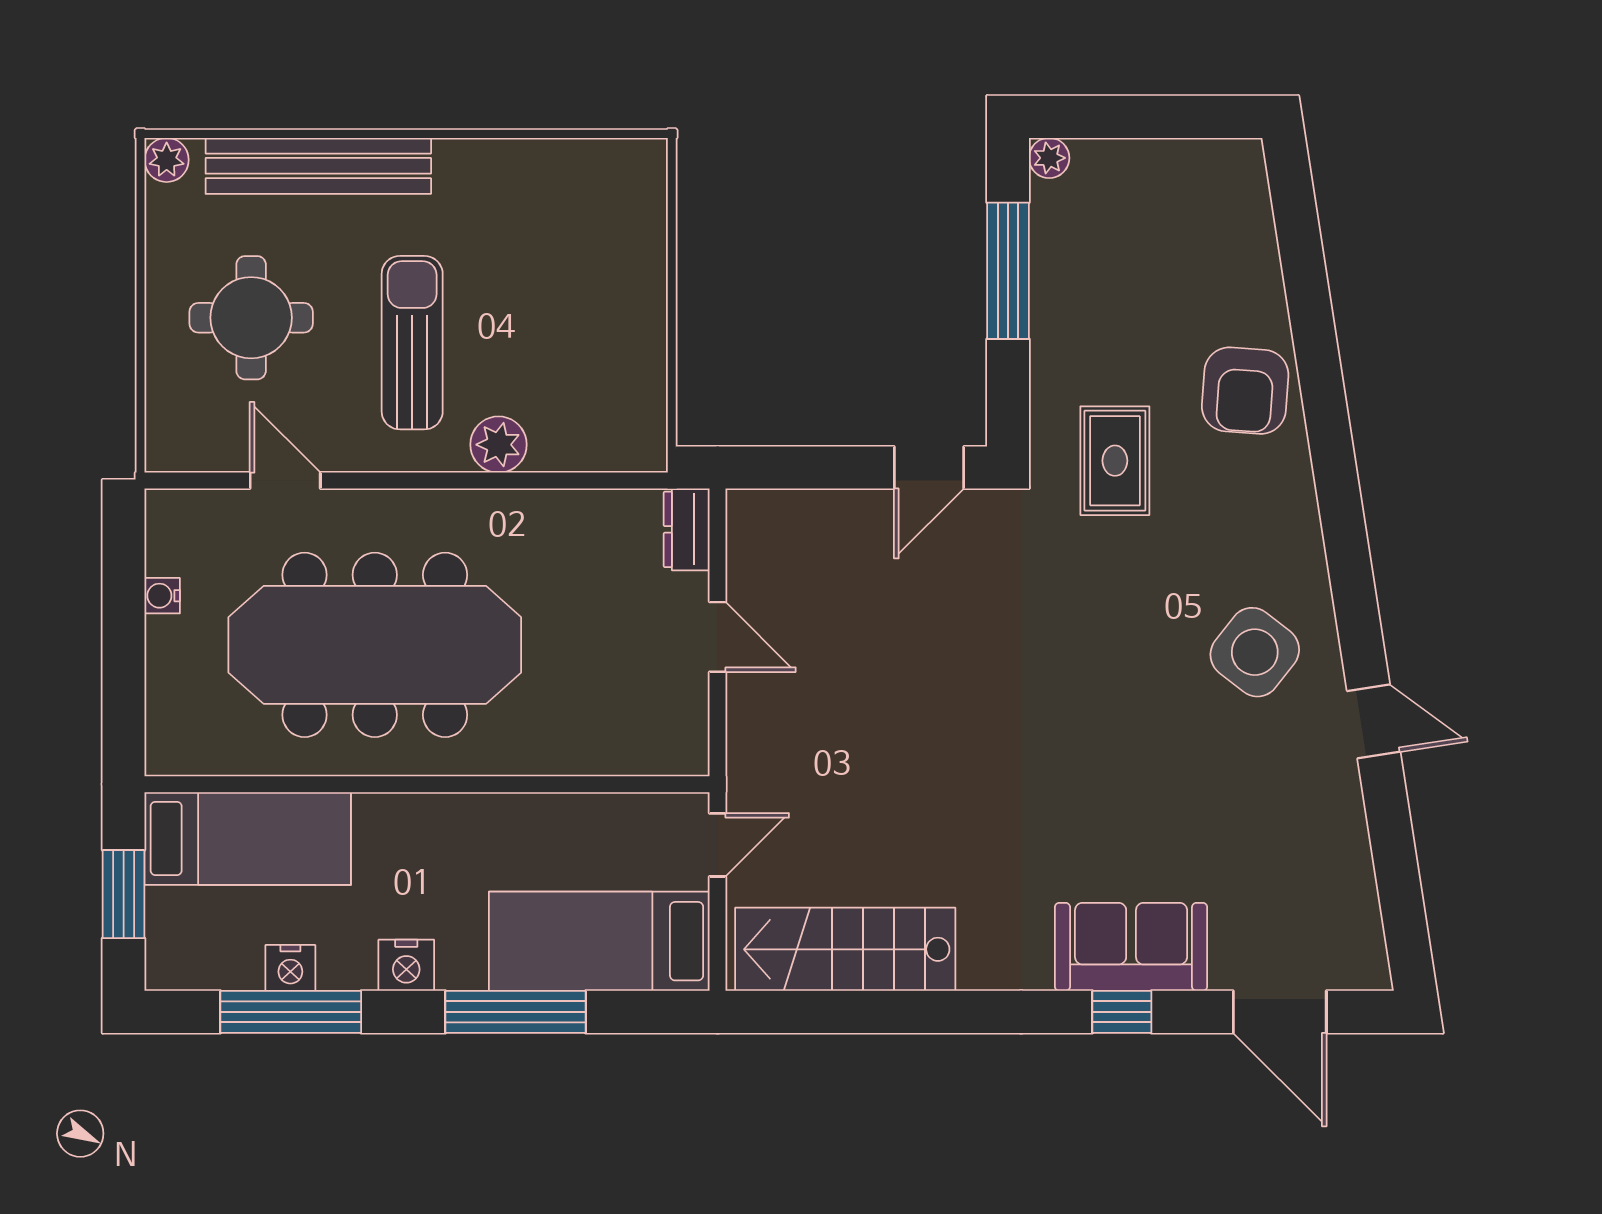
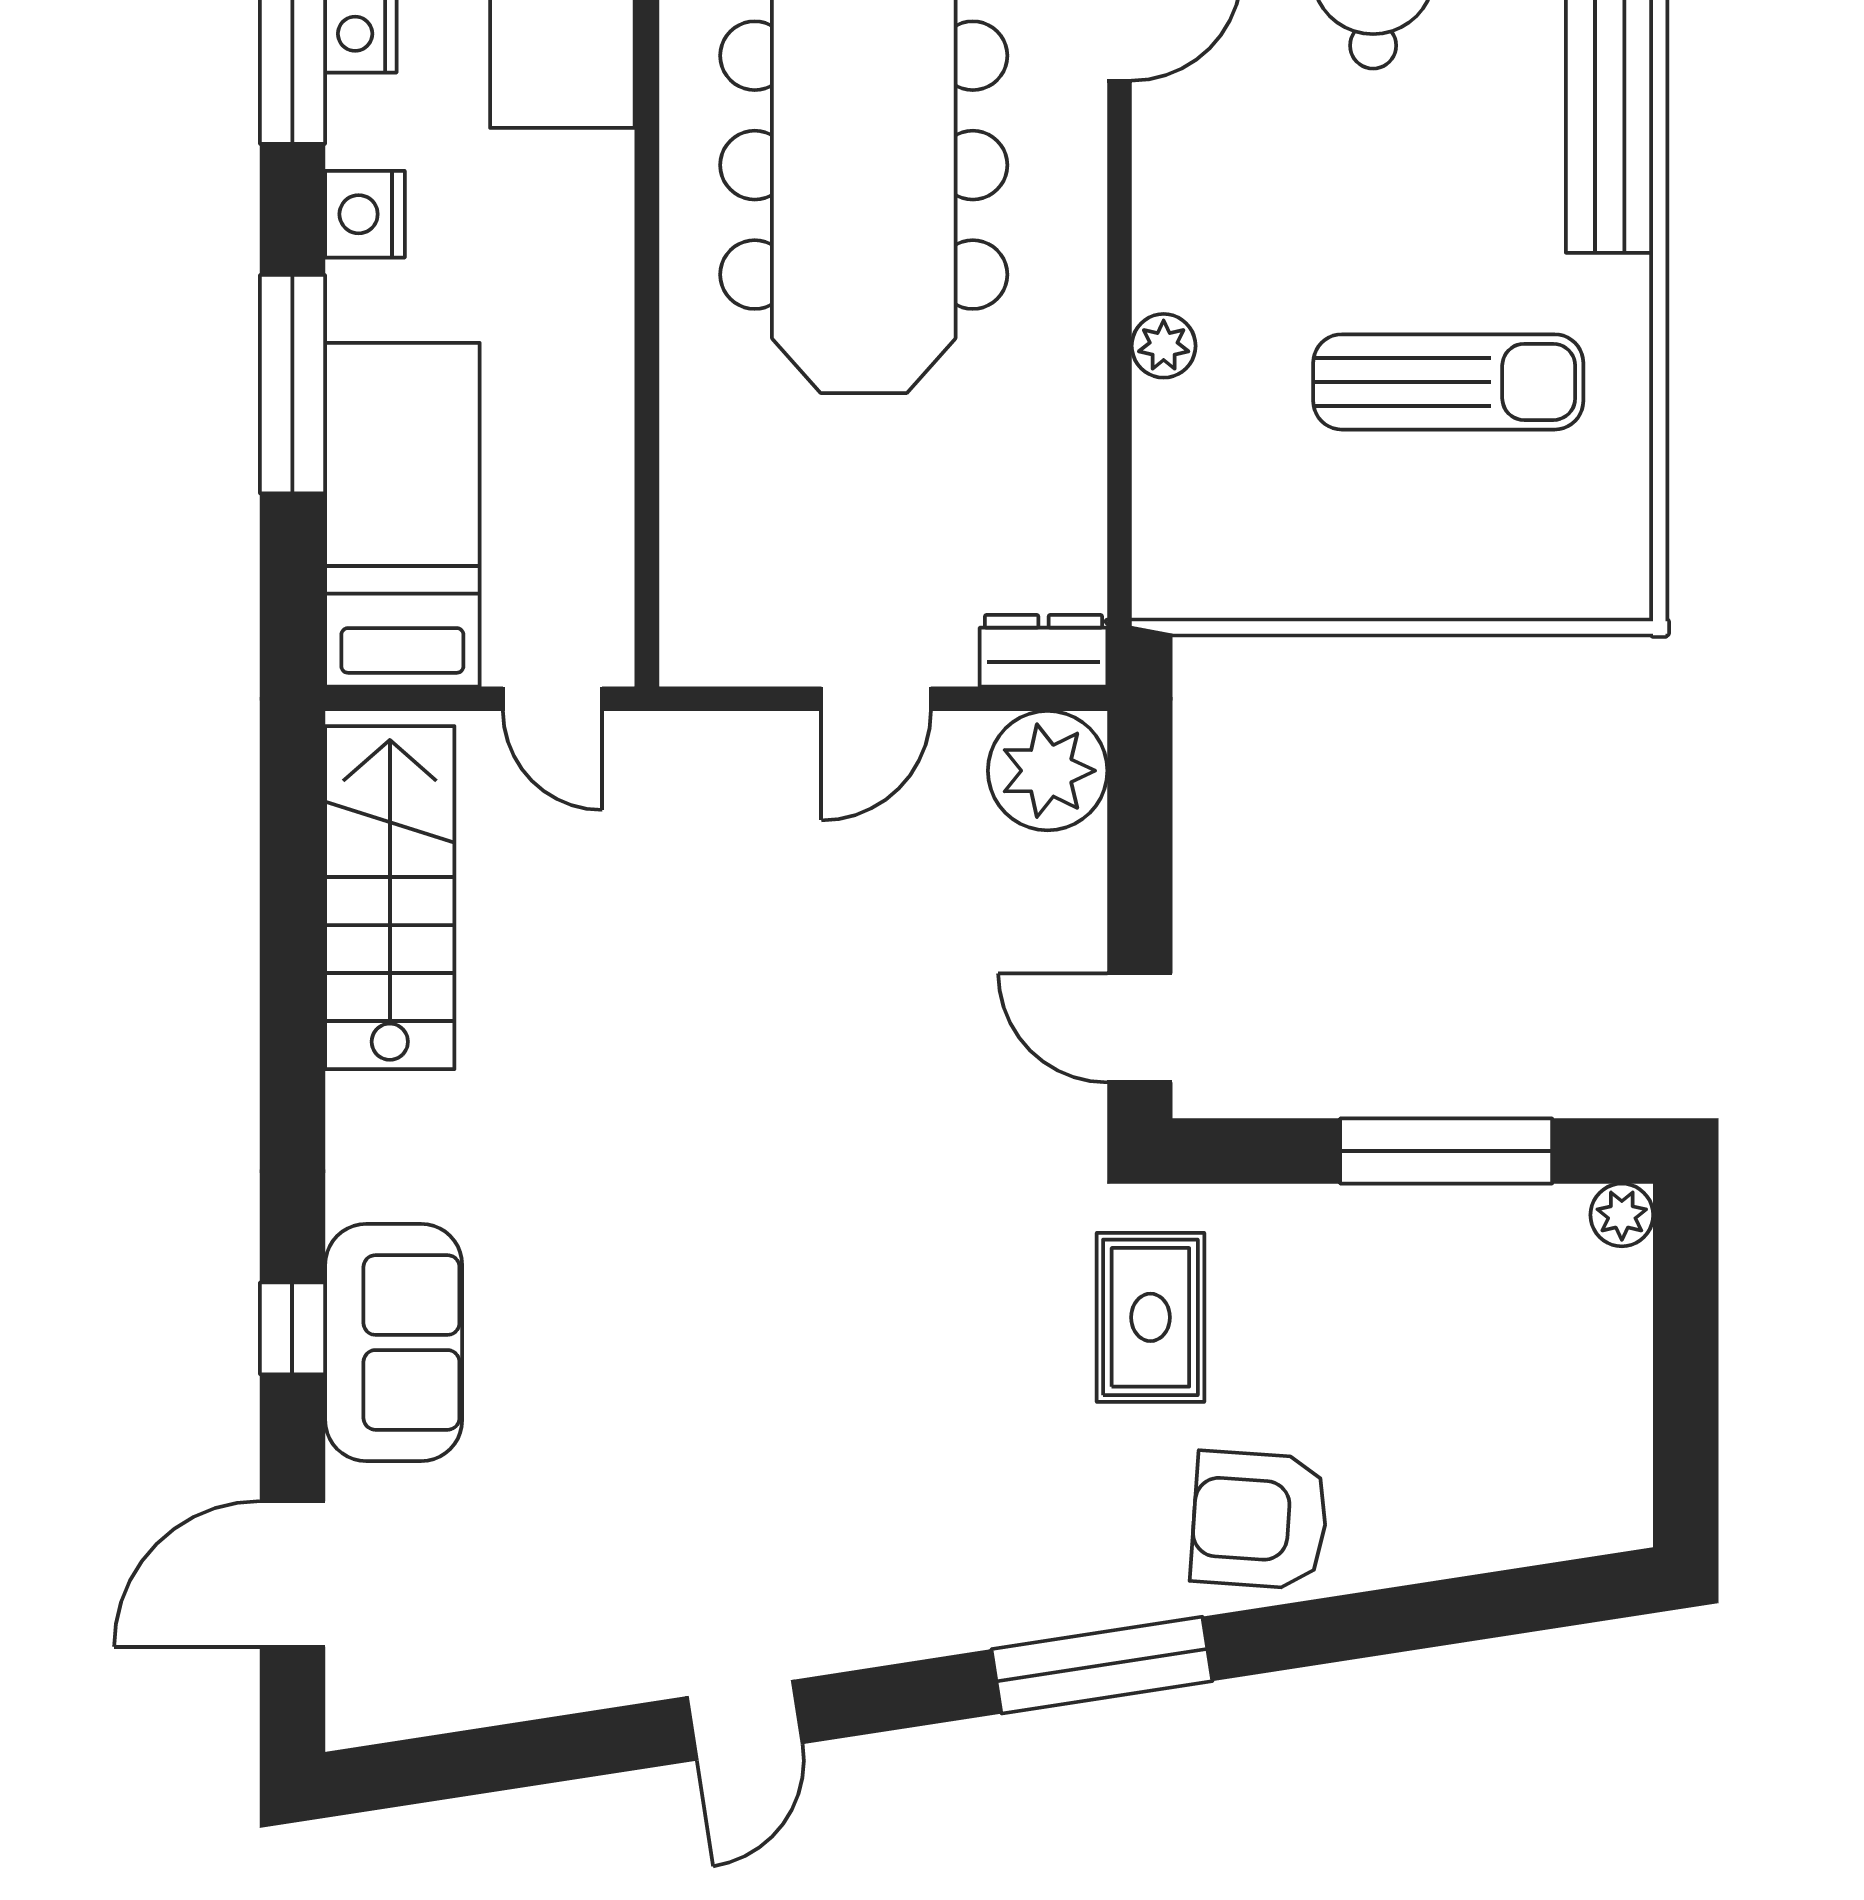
sun lounger: (412, 343) -> (1448, 382), moved
plant: (499, 445) -> (1164, 346), width x0.73, depth x0.73
rug: (1115, 461) -> (1150, 1317), turned 90
window: (1338, 492) -> (1102, 1665), added
plant: (764, 527) -> (1048, 771), added
side table: (1255, 652) -> (852, 1535), removed

